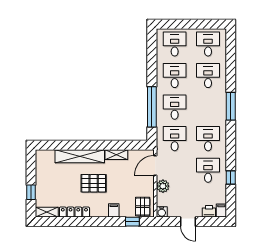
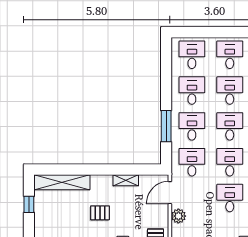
window: (152, 107) -> (166, 126), width x0.68
desk: (208, 107) -> (230, 126), added
shelving: (80, 156) -> (62, 182), moved
pallet: (94, 183) -> (100, 213), width x0.67, depth x0.71
window: (31, 192) -> (29, 204), moved

